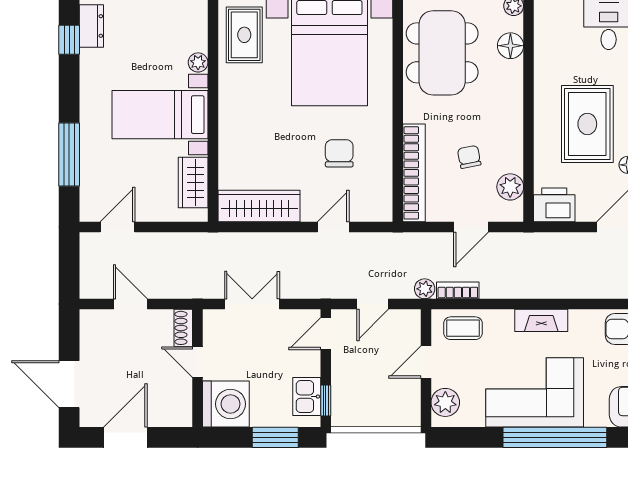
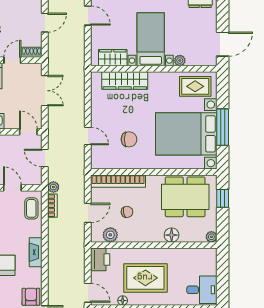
floor lamp: (510, 46) -> (172, 235), moved
wardrobe: (259, 206) -> (125, 81), moved, turned 90
door: (471, 227) -> (88, 213), swing flipped

